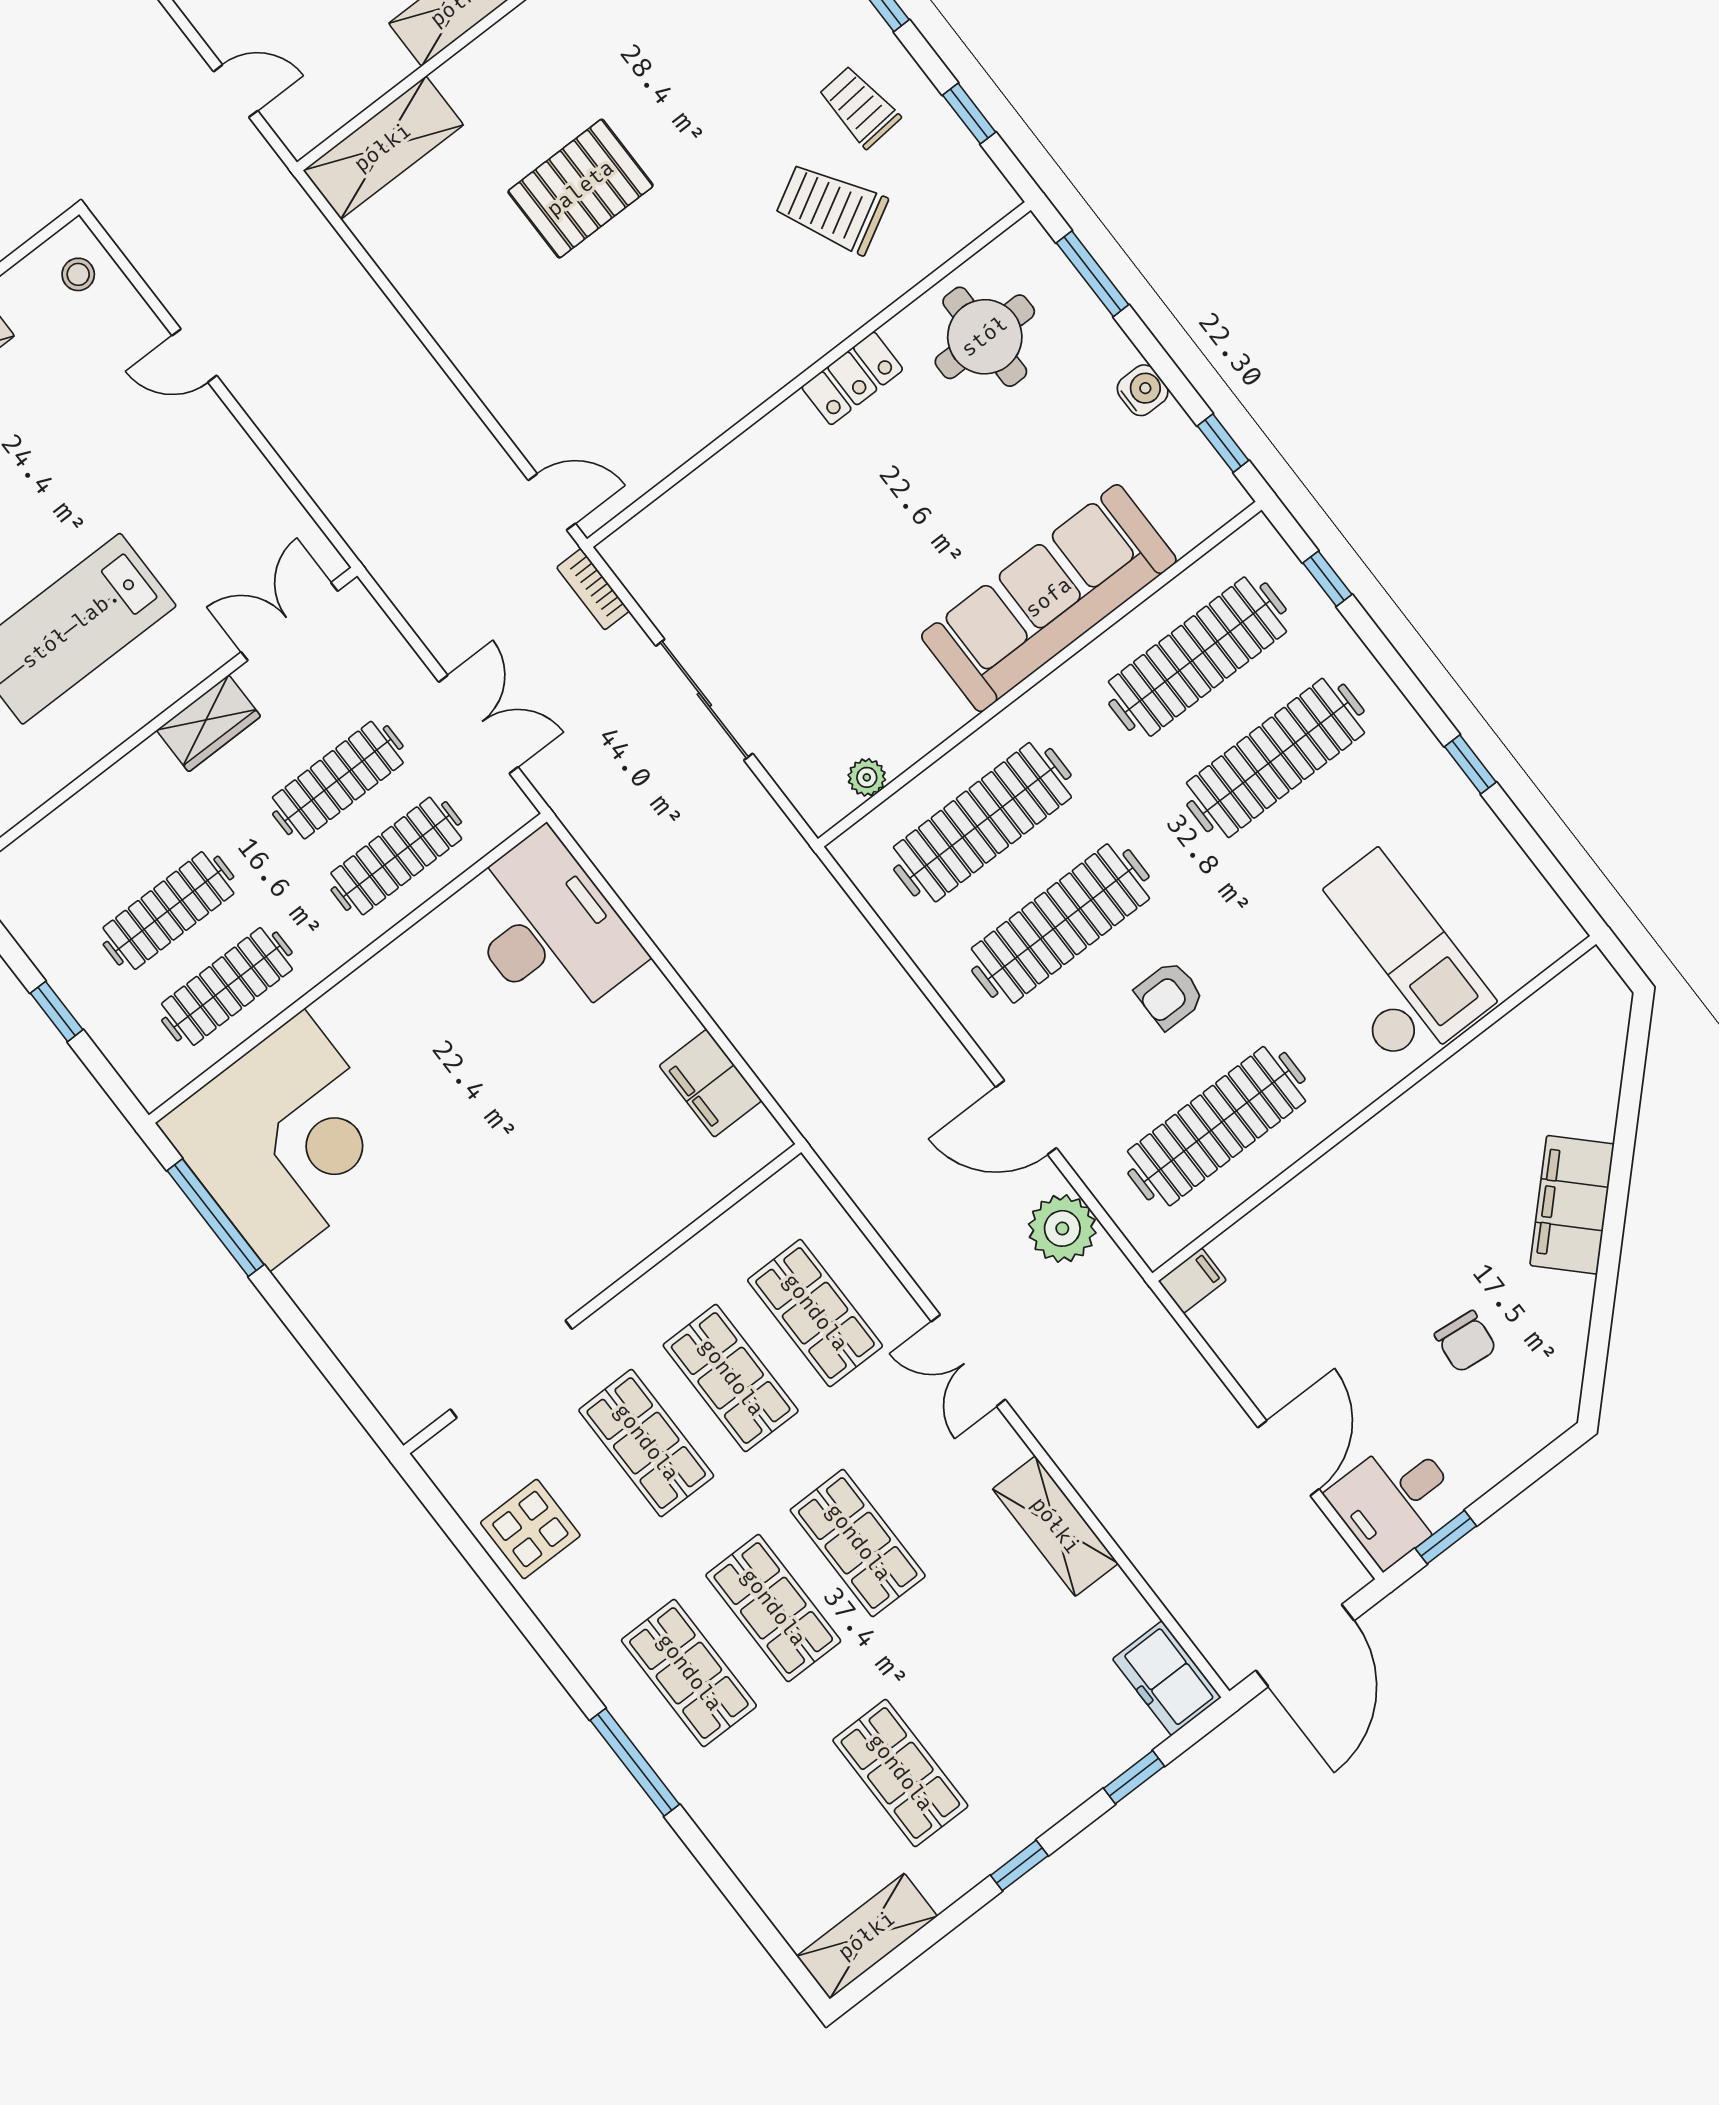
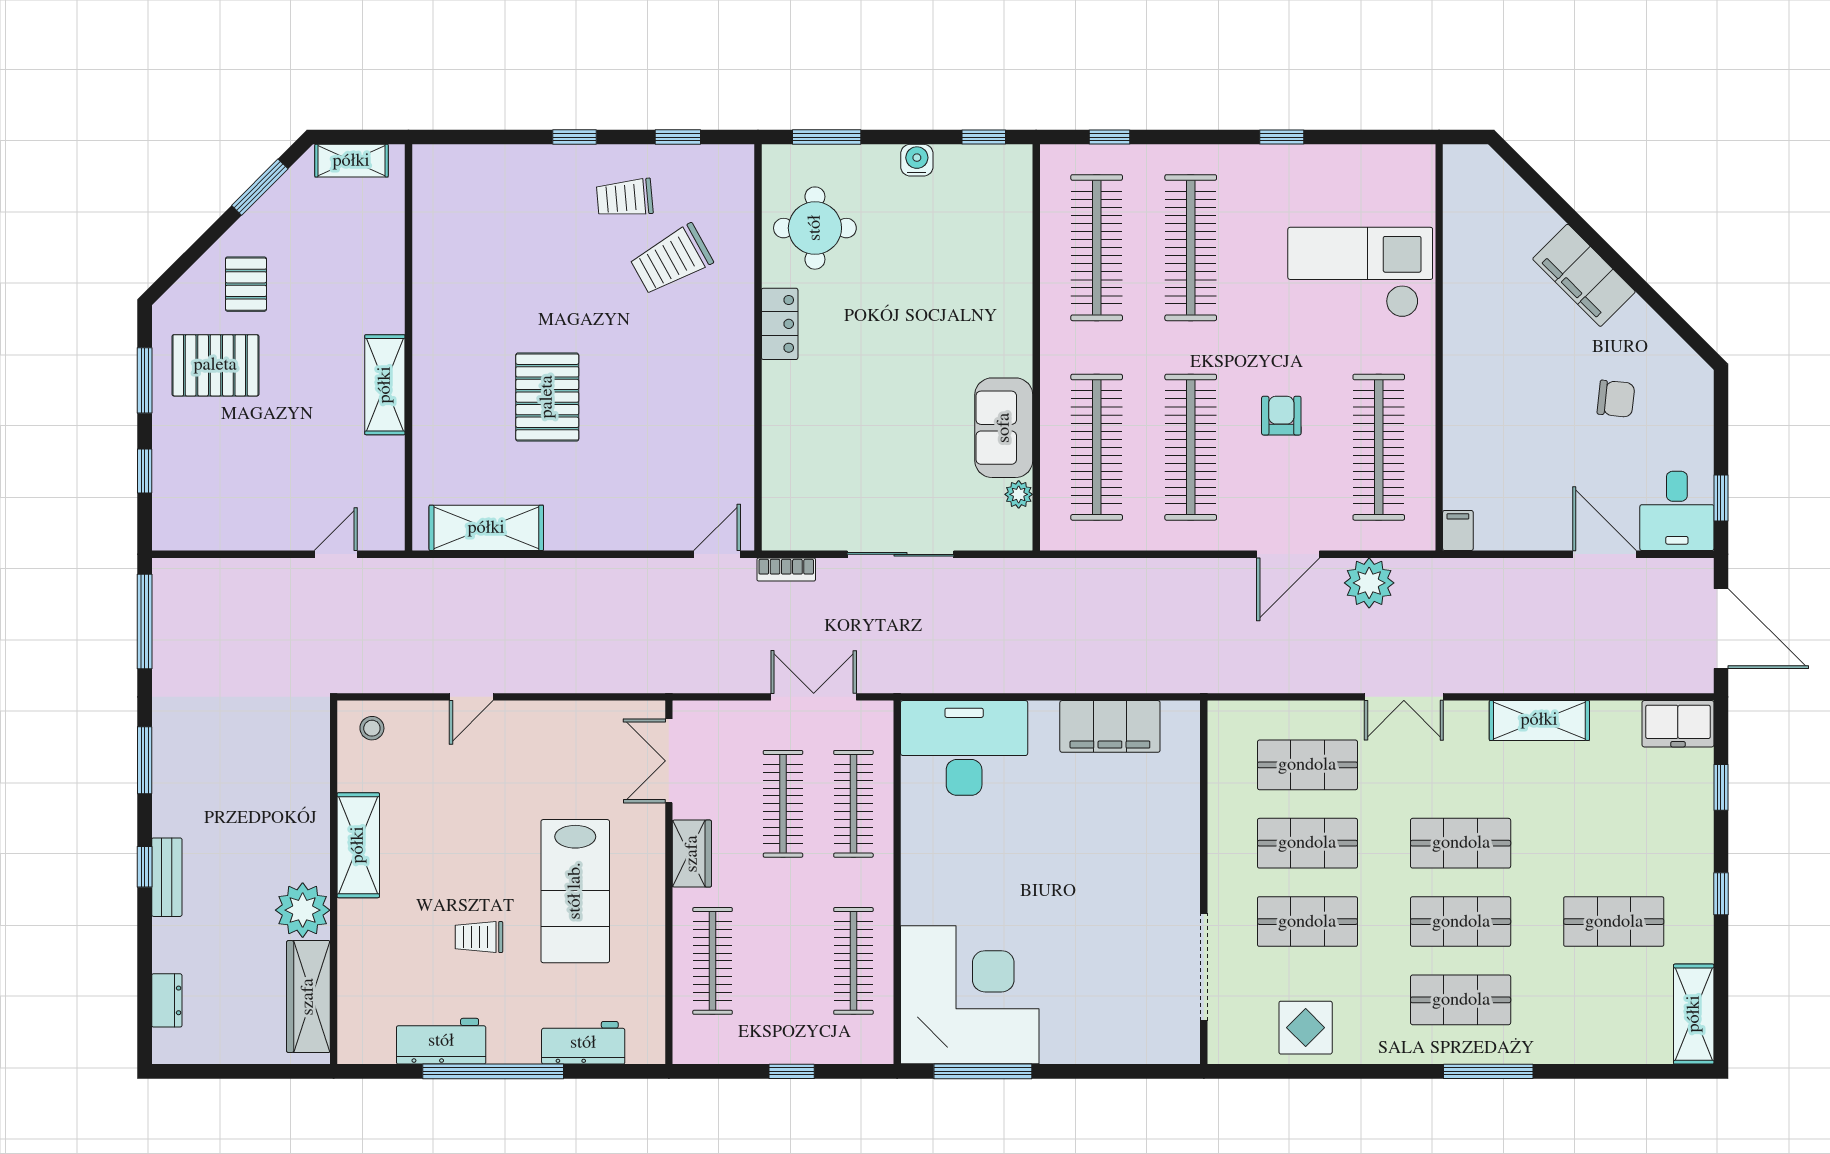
shelving: (383, 148) -> (486, 528), moved, turned 90
sofa: (1049, 598) -> (1004, 428), moved, width x0.54, depth x0.79
clothes rail: (168, 911) -> (713, 961), moved
armchair: (1170, 995) -> (1281, 416), turned 180
filing cabinet: (710, 1083) -> (1110, 726), width x1.50, depth x1.17

